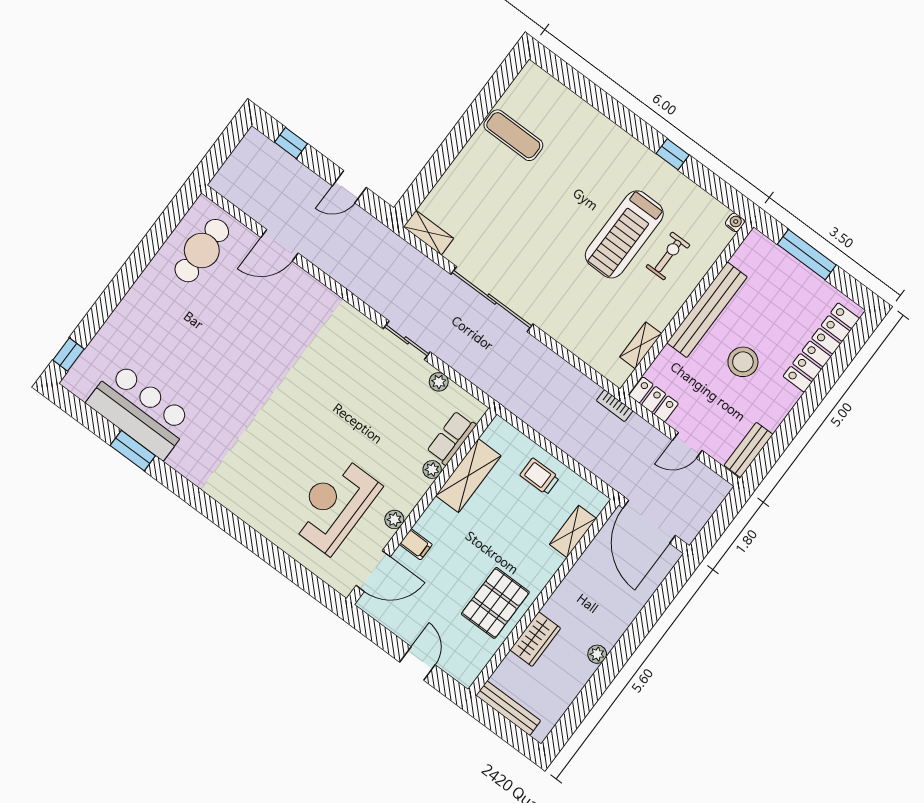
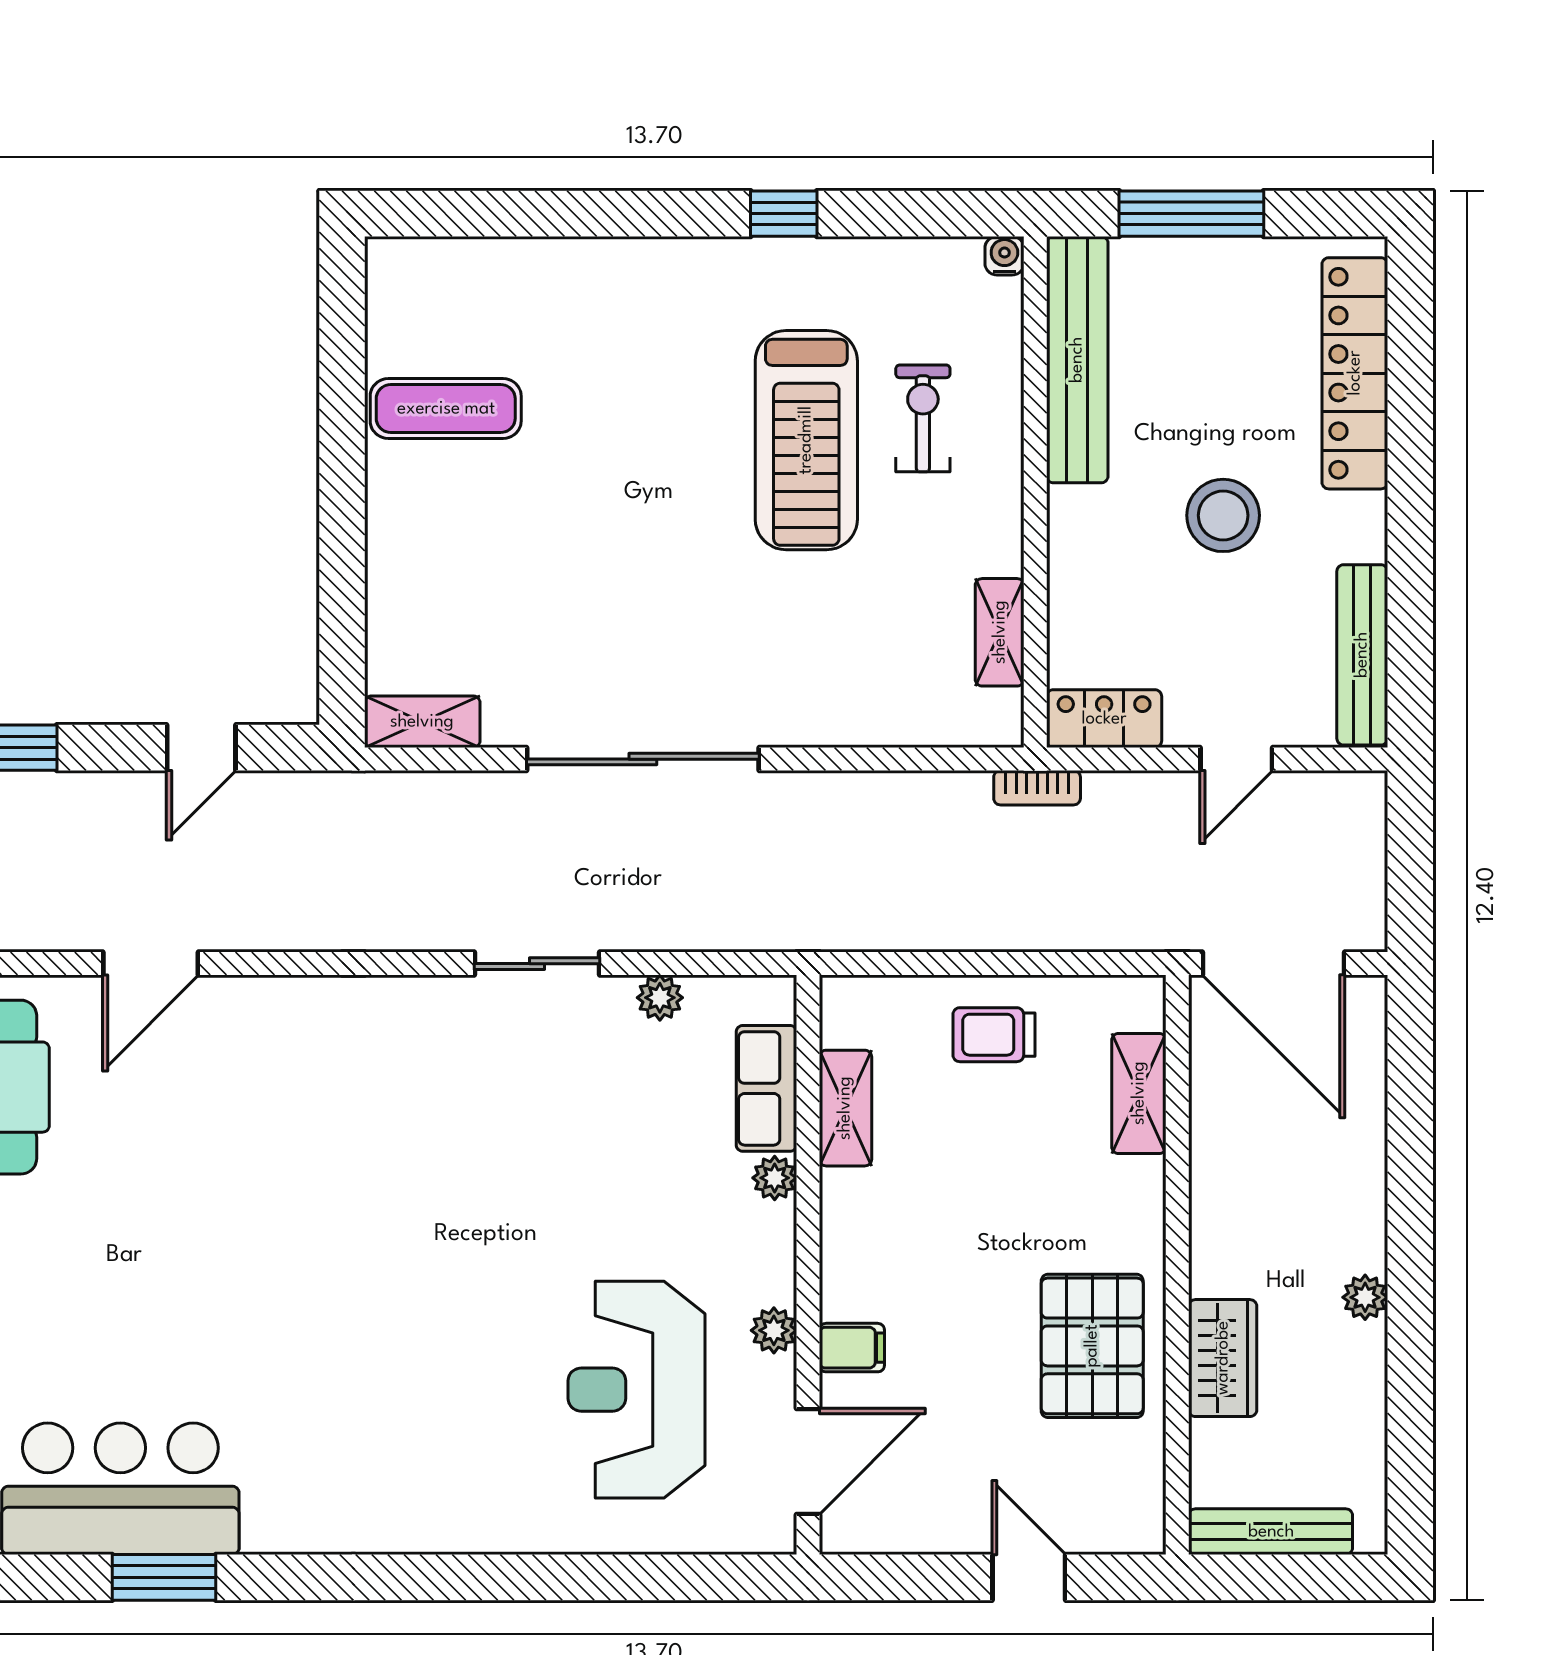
bench: (707, 310) -> (1077, 360), moved
bench: (748, 450) -> (1362, 655), width x1.36
shelving: (468, 476) -> (845, 1108), width x0.67, depth x0.75

